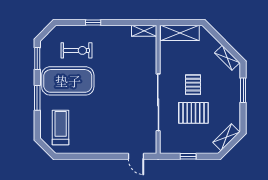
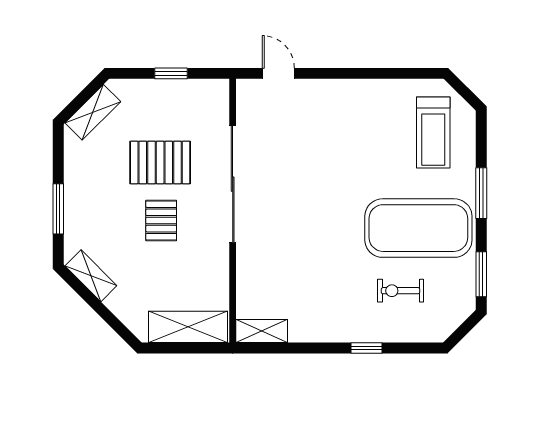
exercise bike: (76, 50) -> (401, 291), width x0.73, depth x0.72

